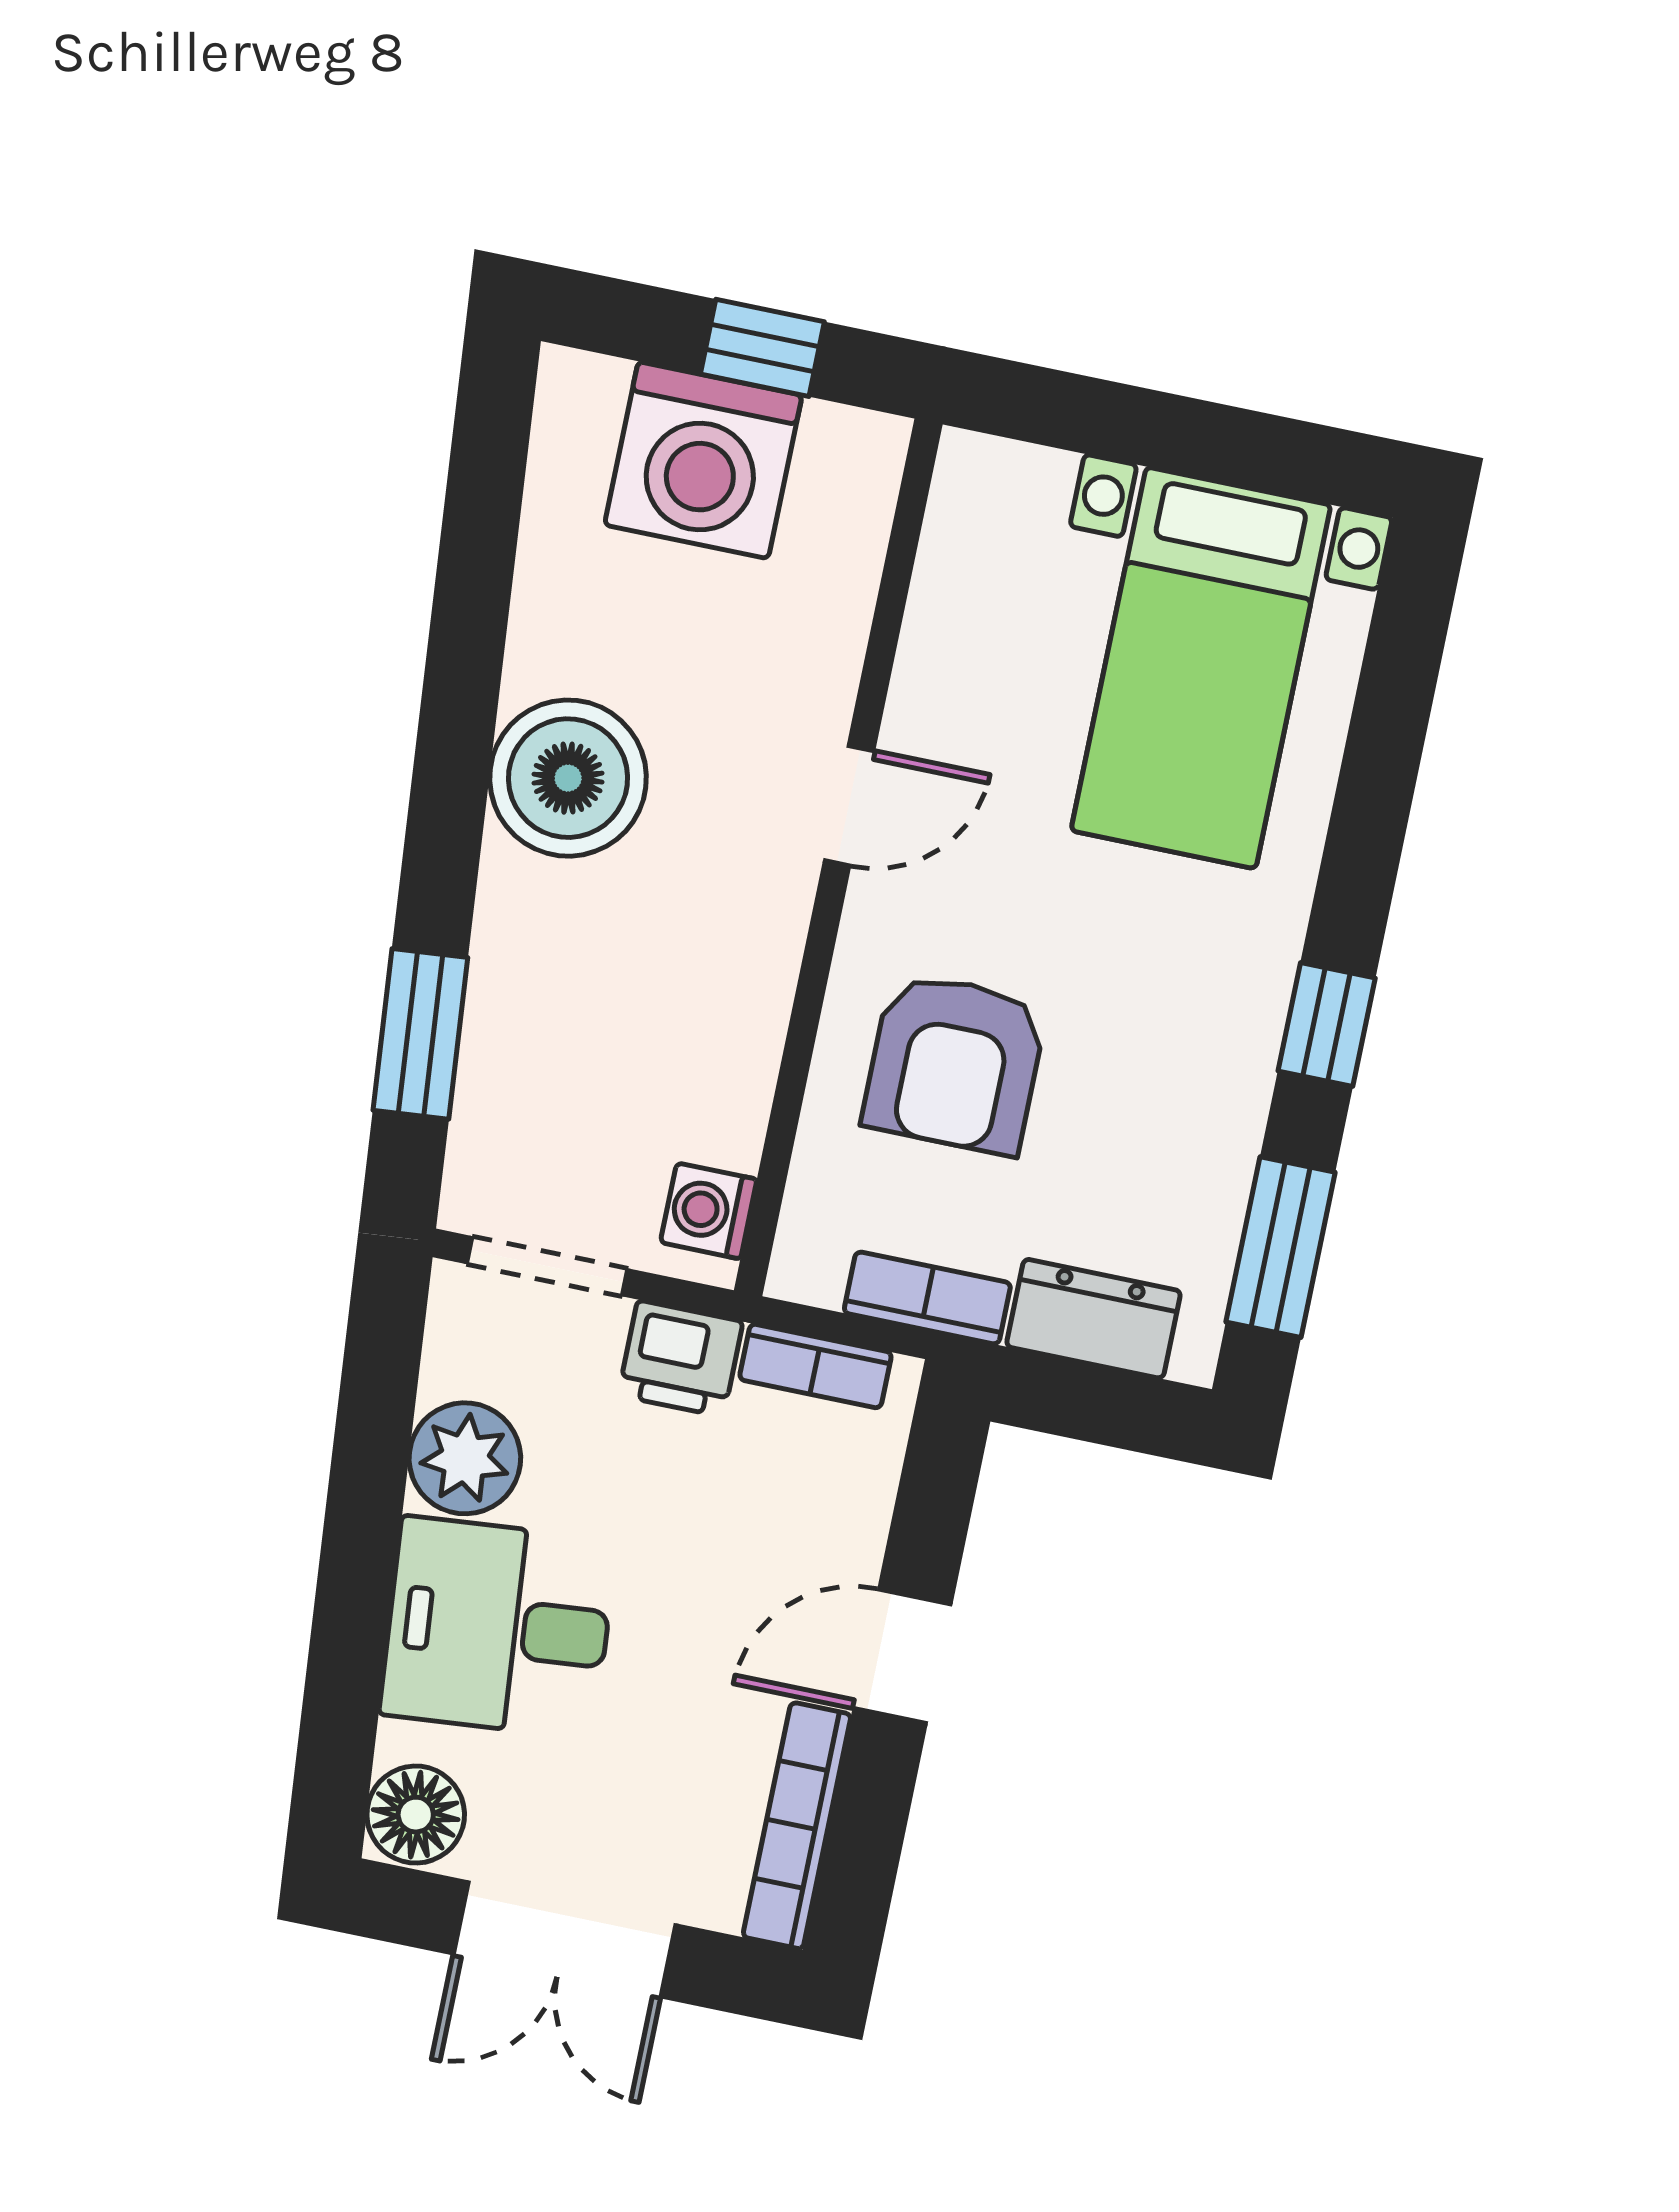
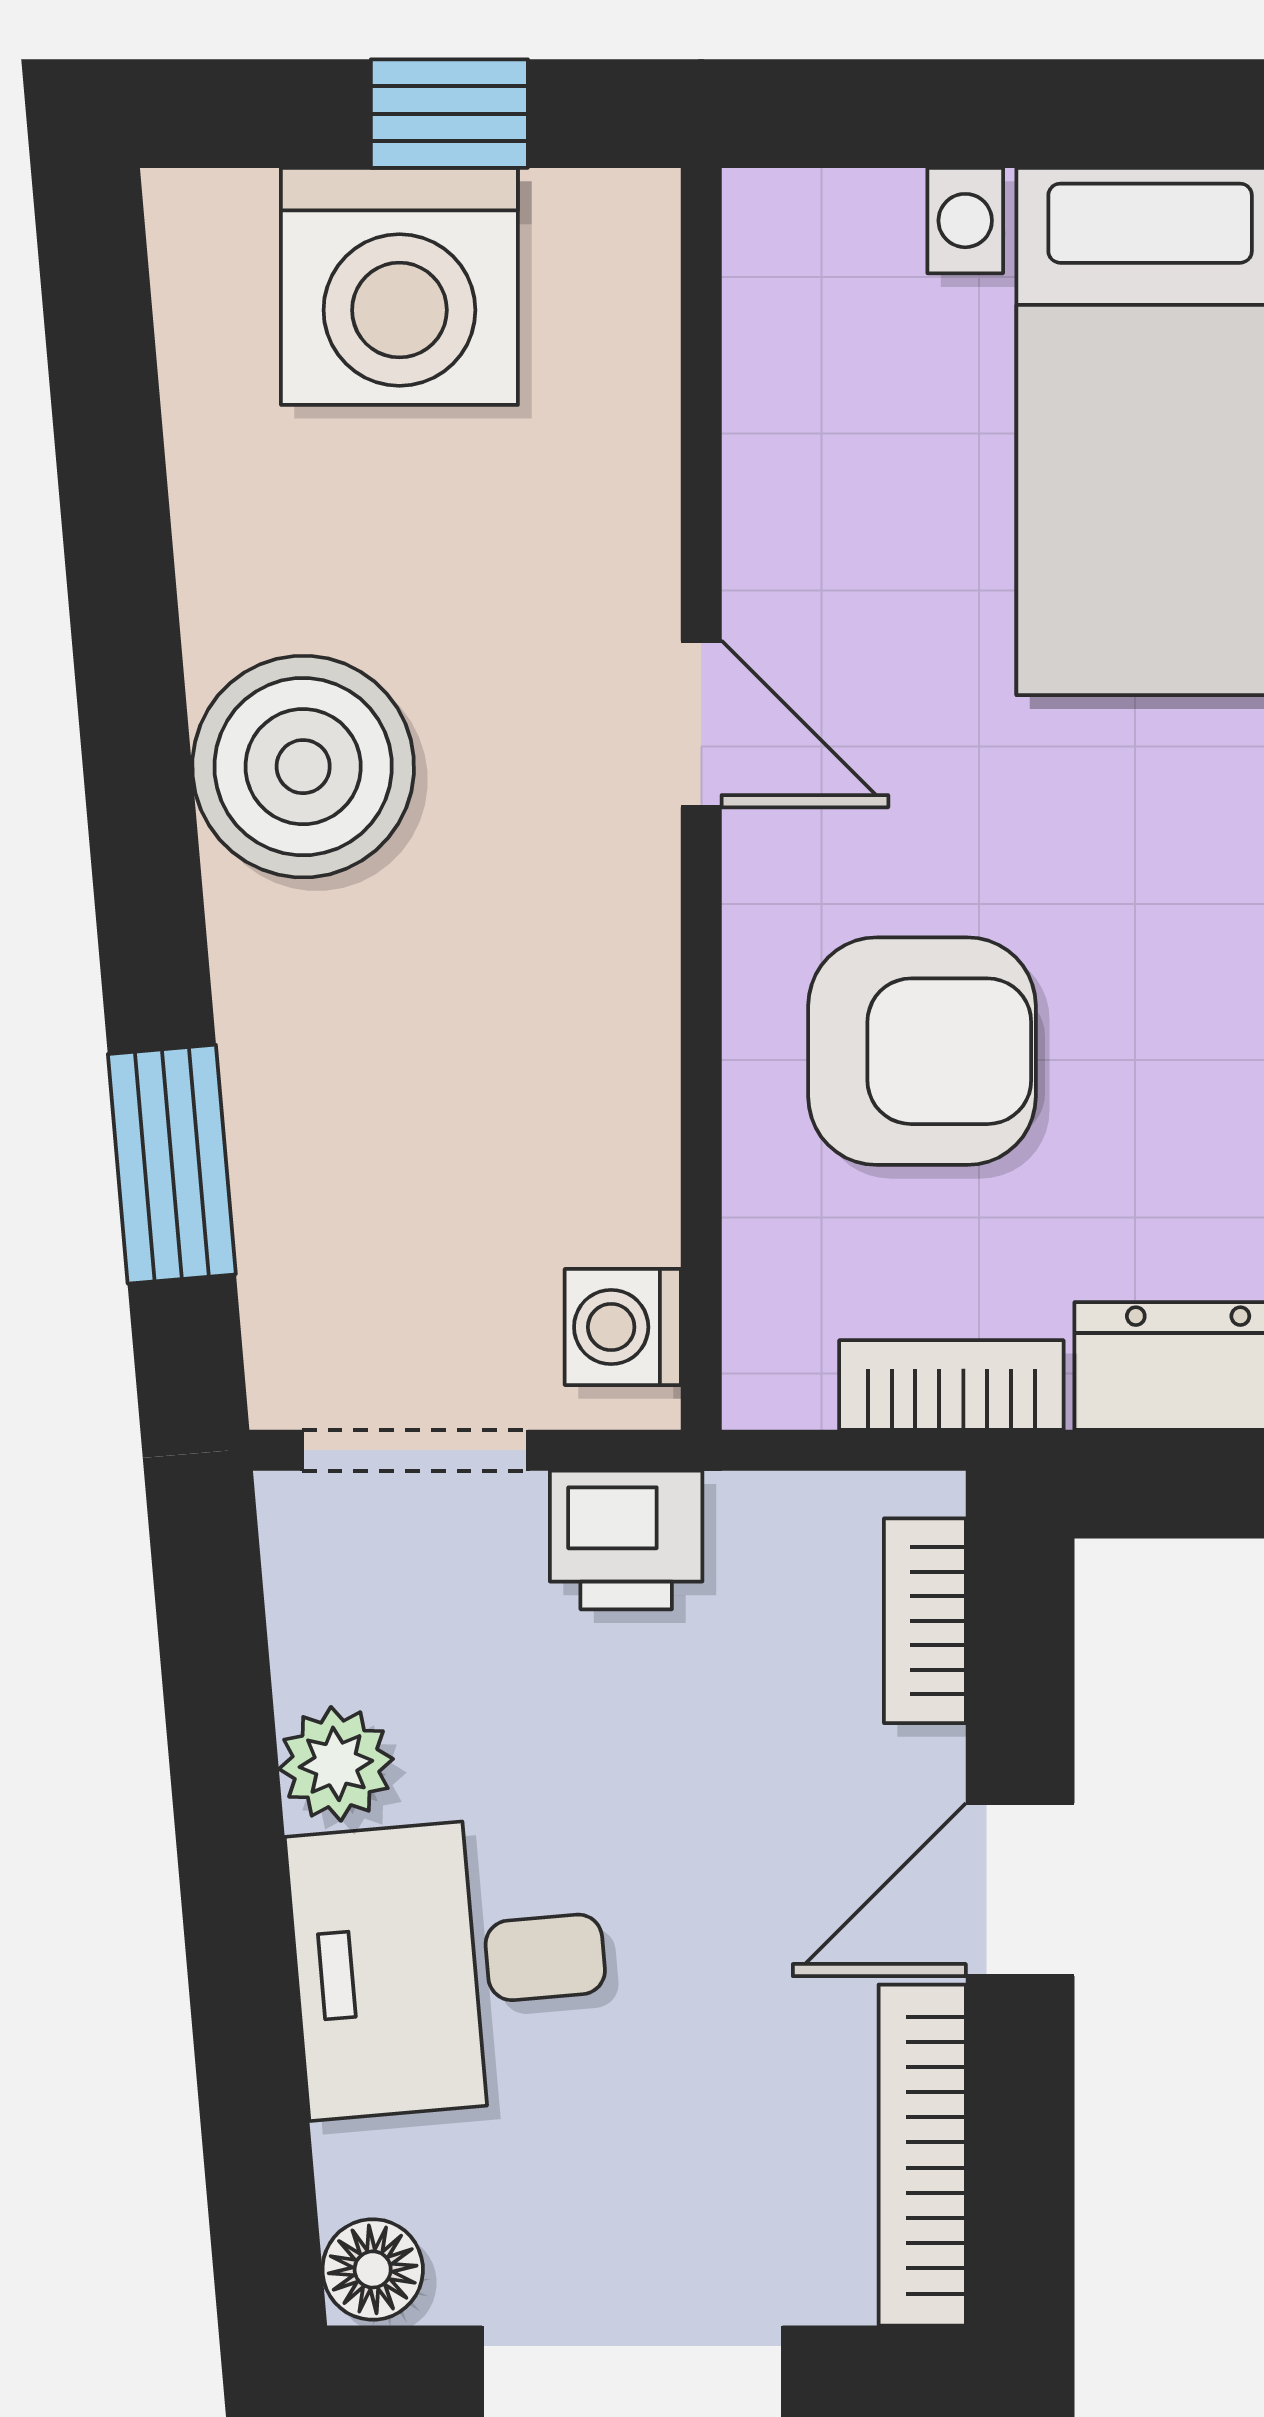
door: (849, 806) -> (701, 724), hinge flipped
armchair: (955, 1063) -> (922, 1051), turned -90
bookcase: (815, 1366) -> (925, 1621), moved, turned 90
plant: (465, 1458) -> (336, 1764), width x0.73, depth x0.73
floor lamp: (416, 1815) -> (373, 2269), width x0.73, depth x0.73

